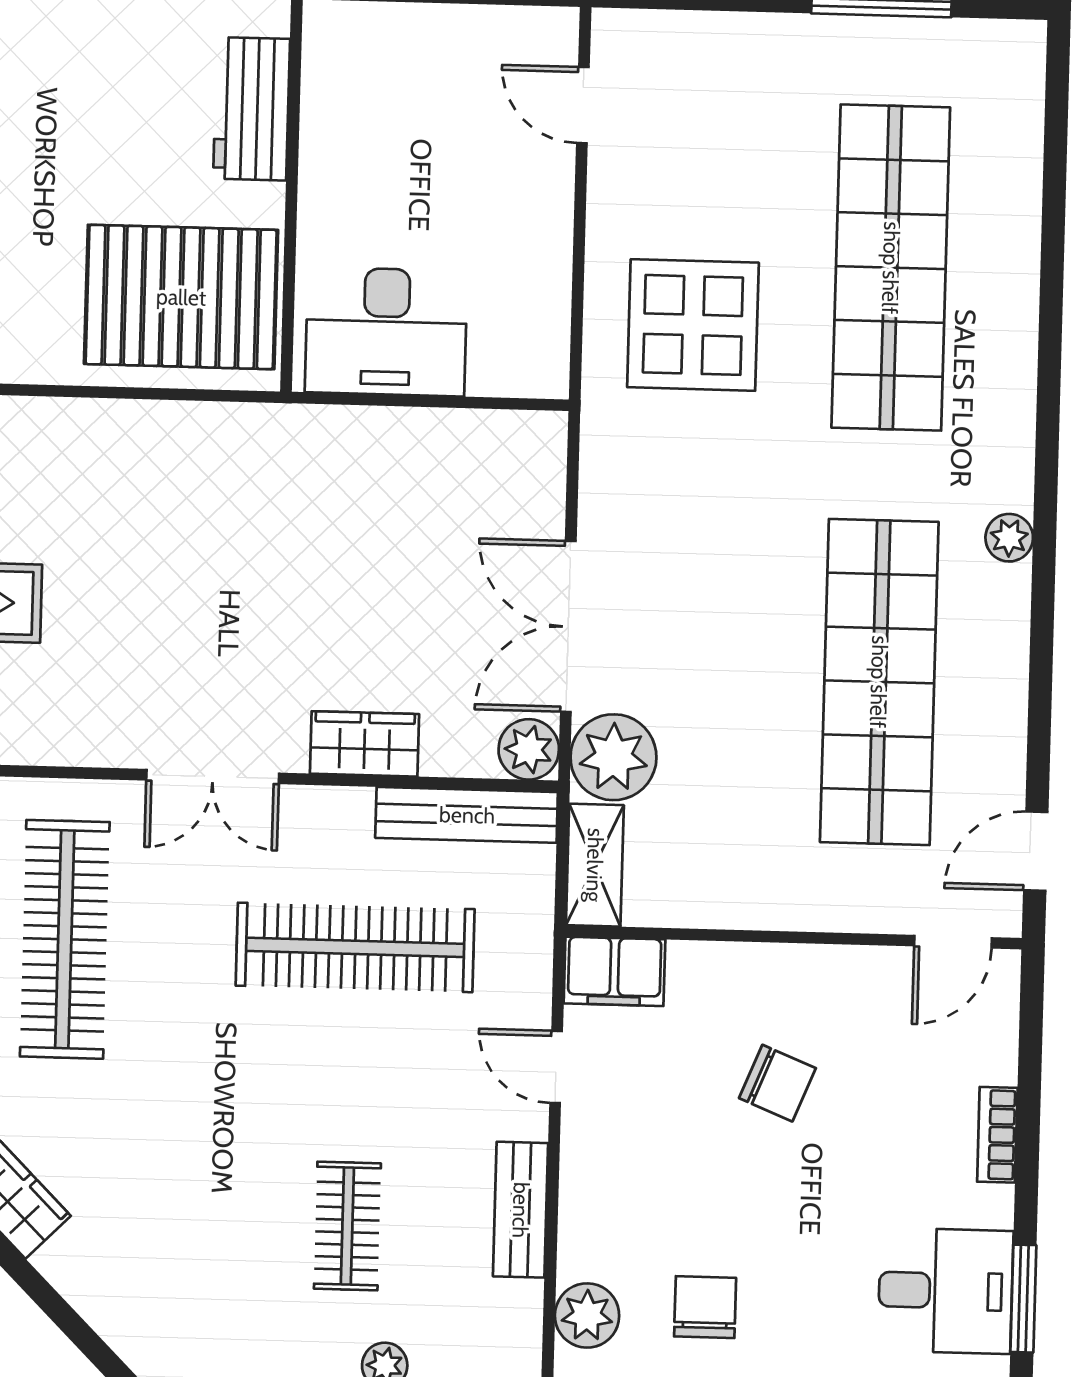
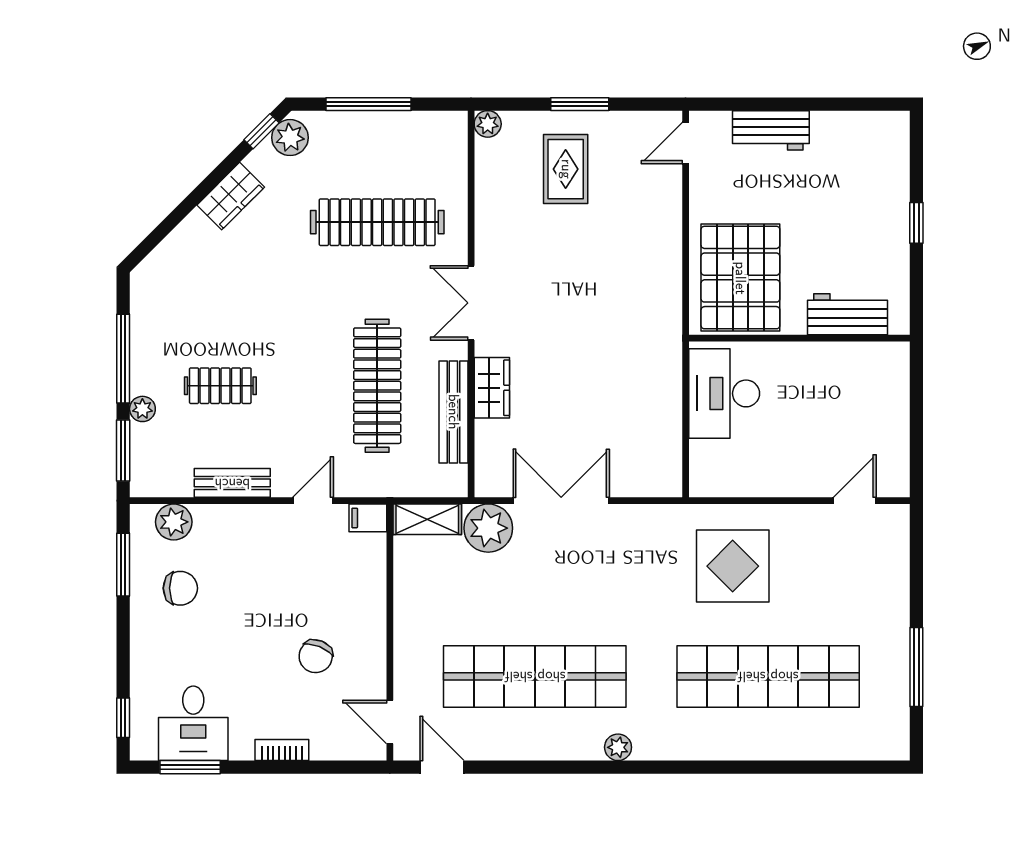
plant: (529, 749) -> (491, 480), removed
bench: (467, 815) -> (453, 412), moved
filing cabinet: (614, 971) -> (368, 518), width x0.50
chair: (777, 1083) -> (316, 656), moved

